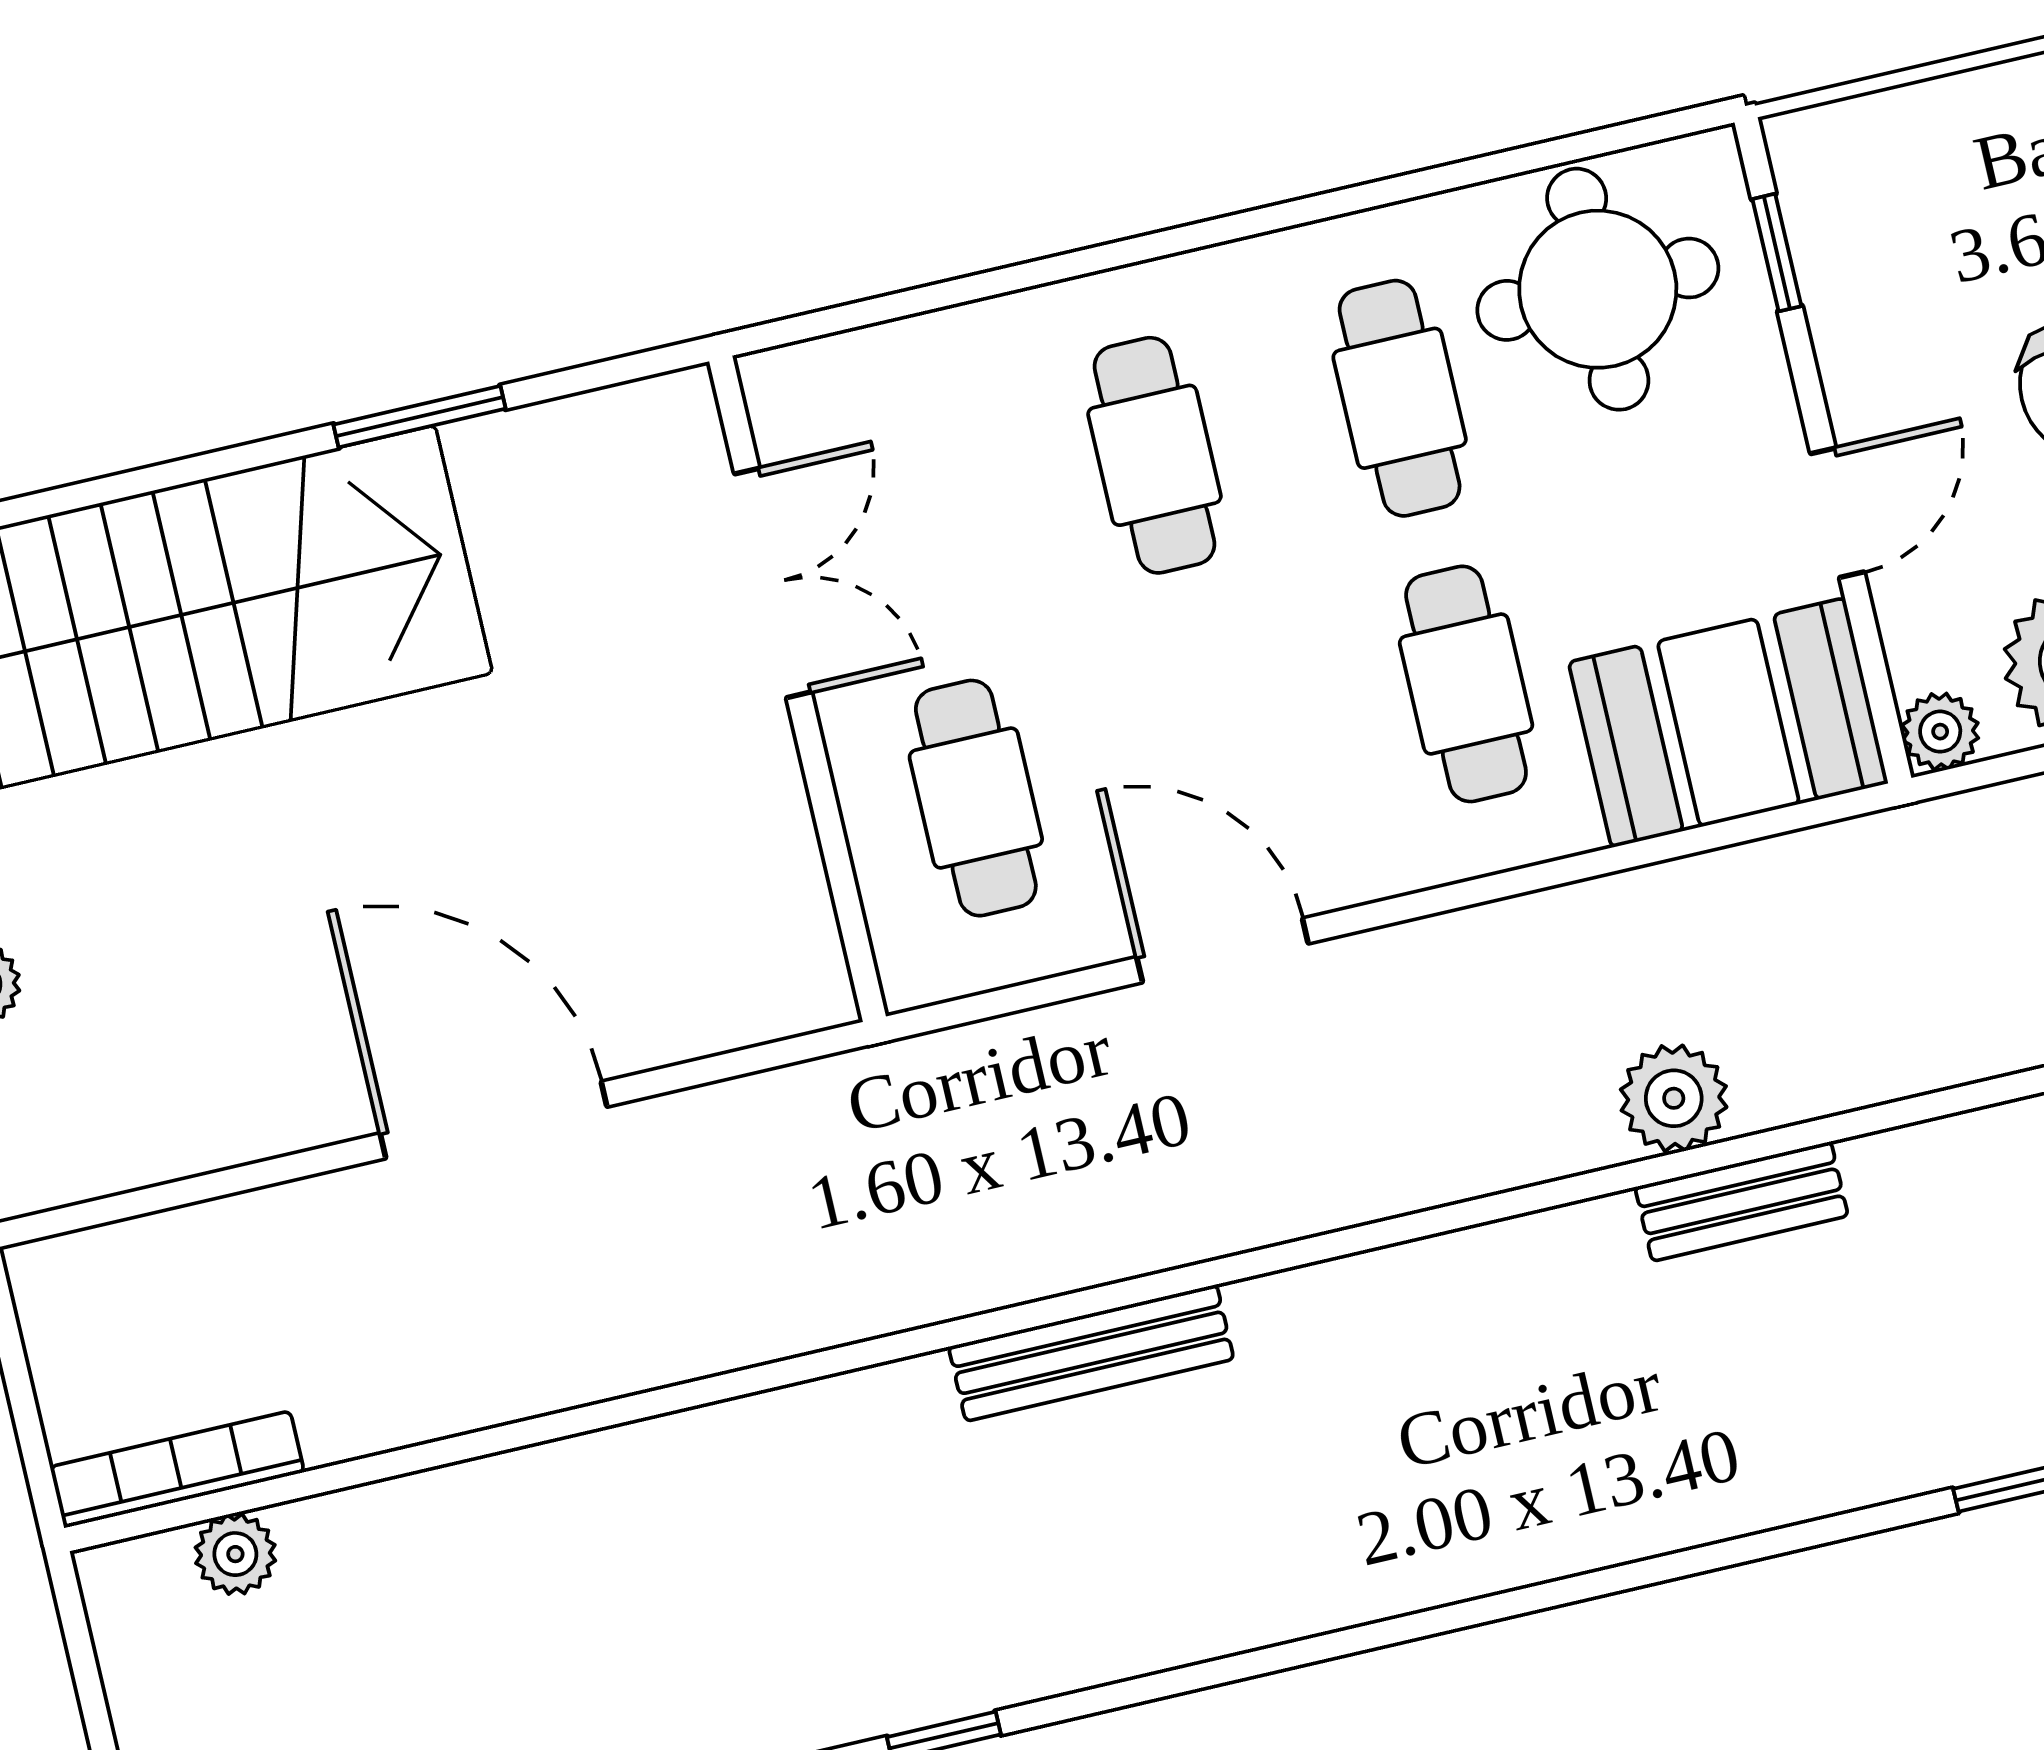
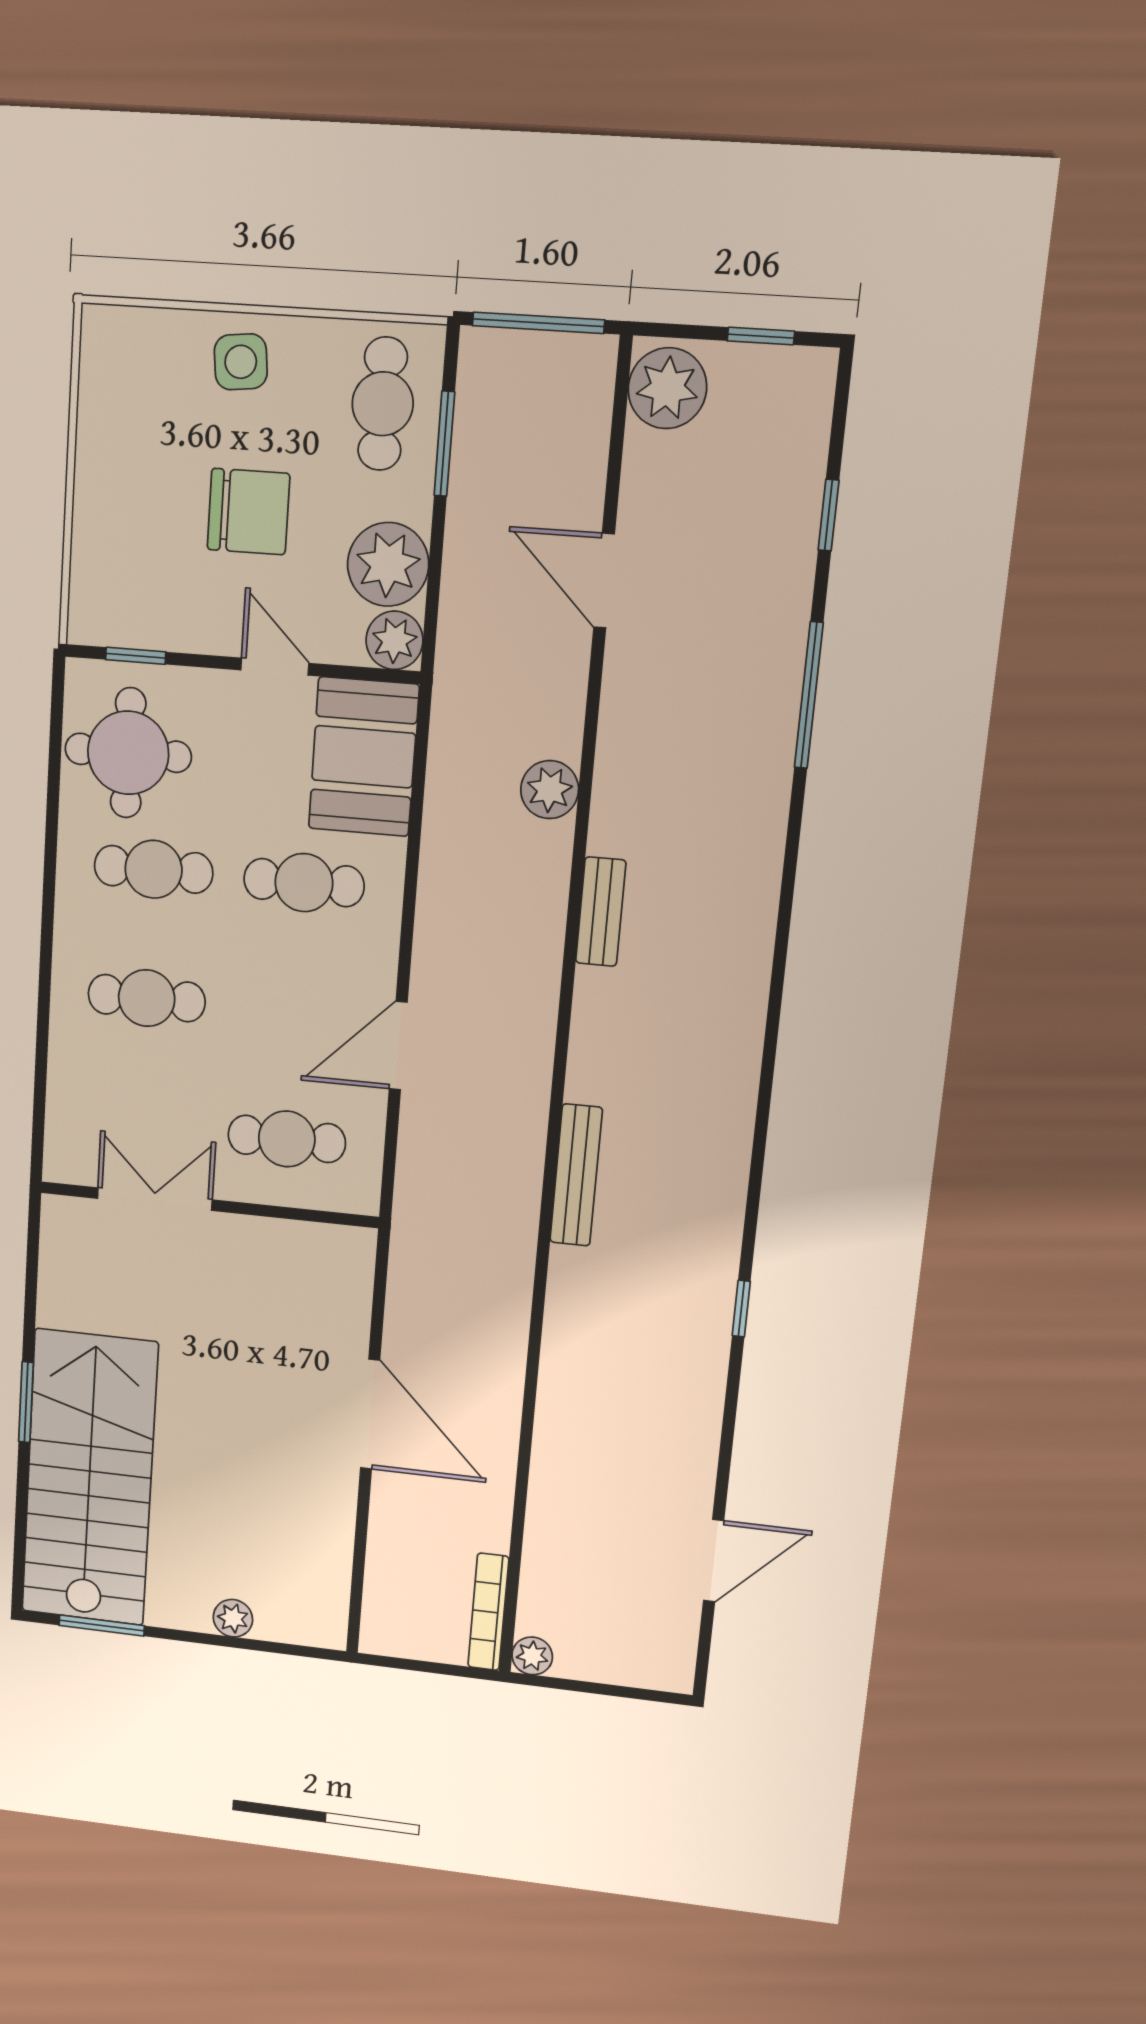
window: (419, 417) -> (26, 1402), moved
plant: (1940, 732) -> (394, 640), width x1.38, depth x1.38
plant: (1674, 1098) -> (550, 790), moved
door: (493, 1120) -> (370, 1414), swing flipped
bench: (1741, 1201) -> (601, 912), moved
plant: (235, 1554) -> (532, 1656), moved

